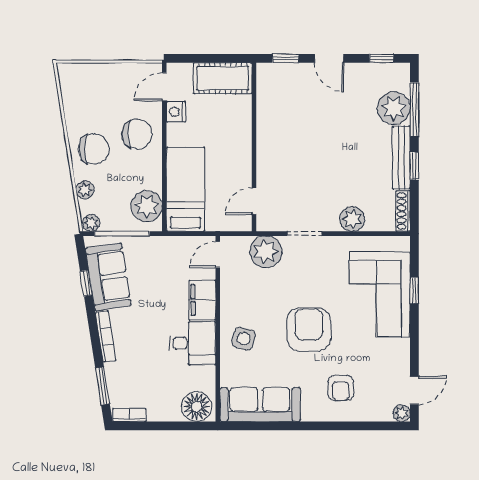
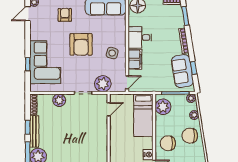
side table: (244, 339) -> (112, 53), moved

